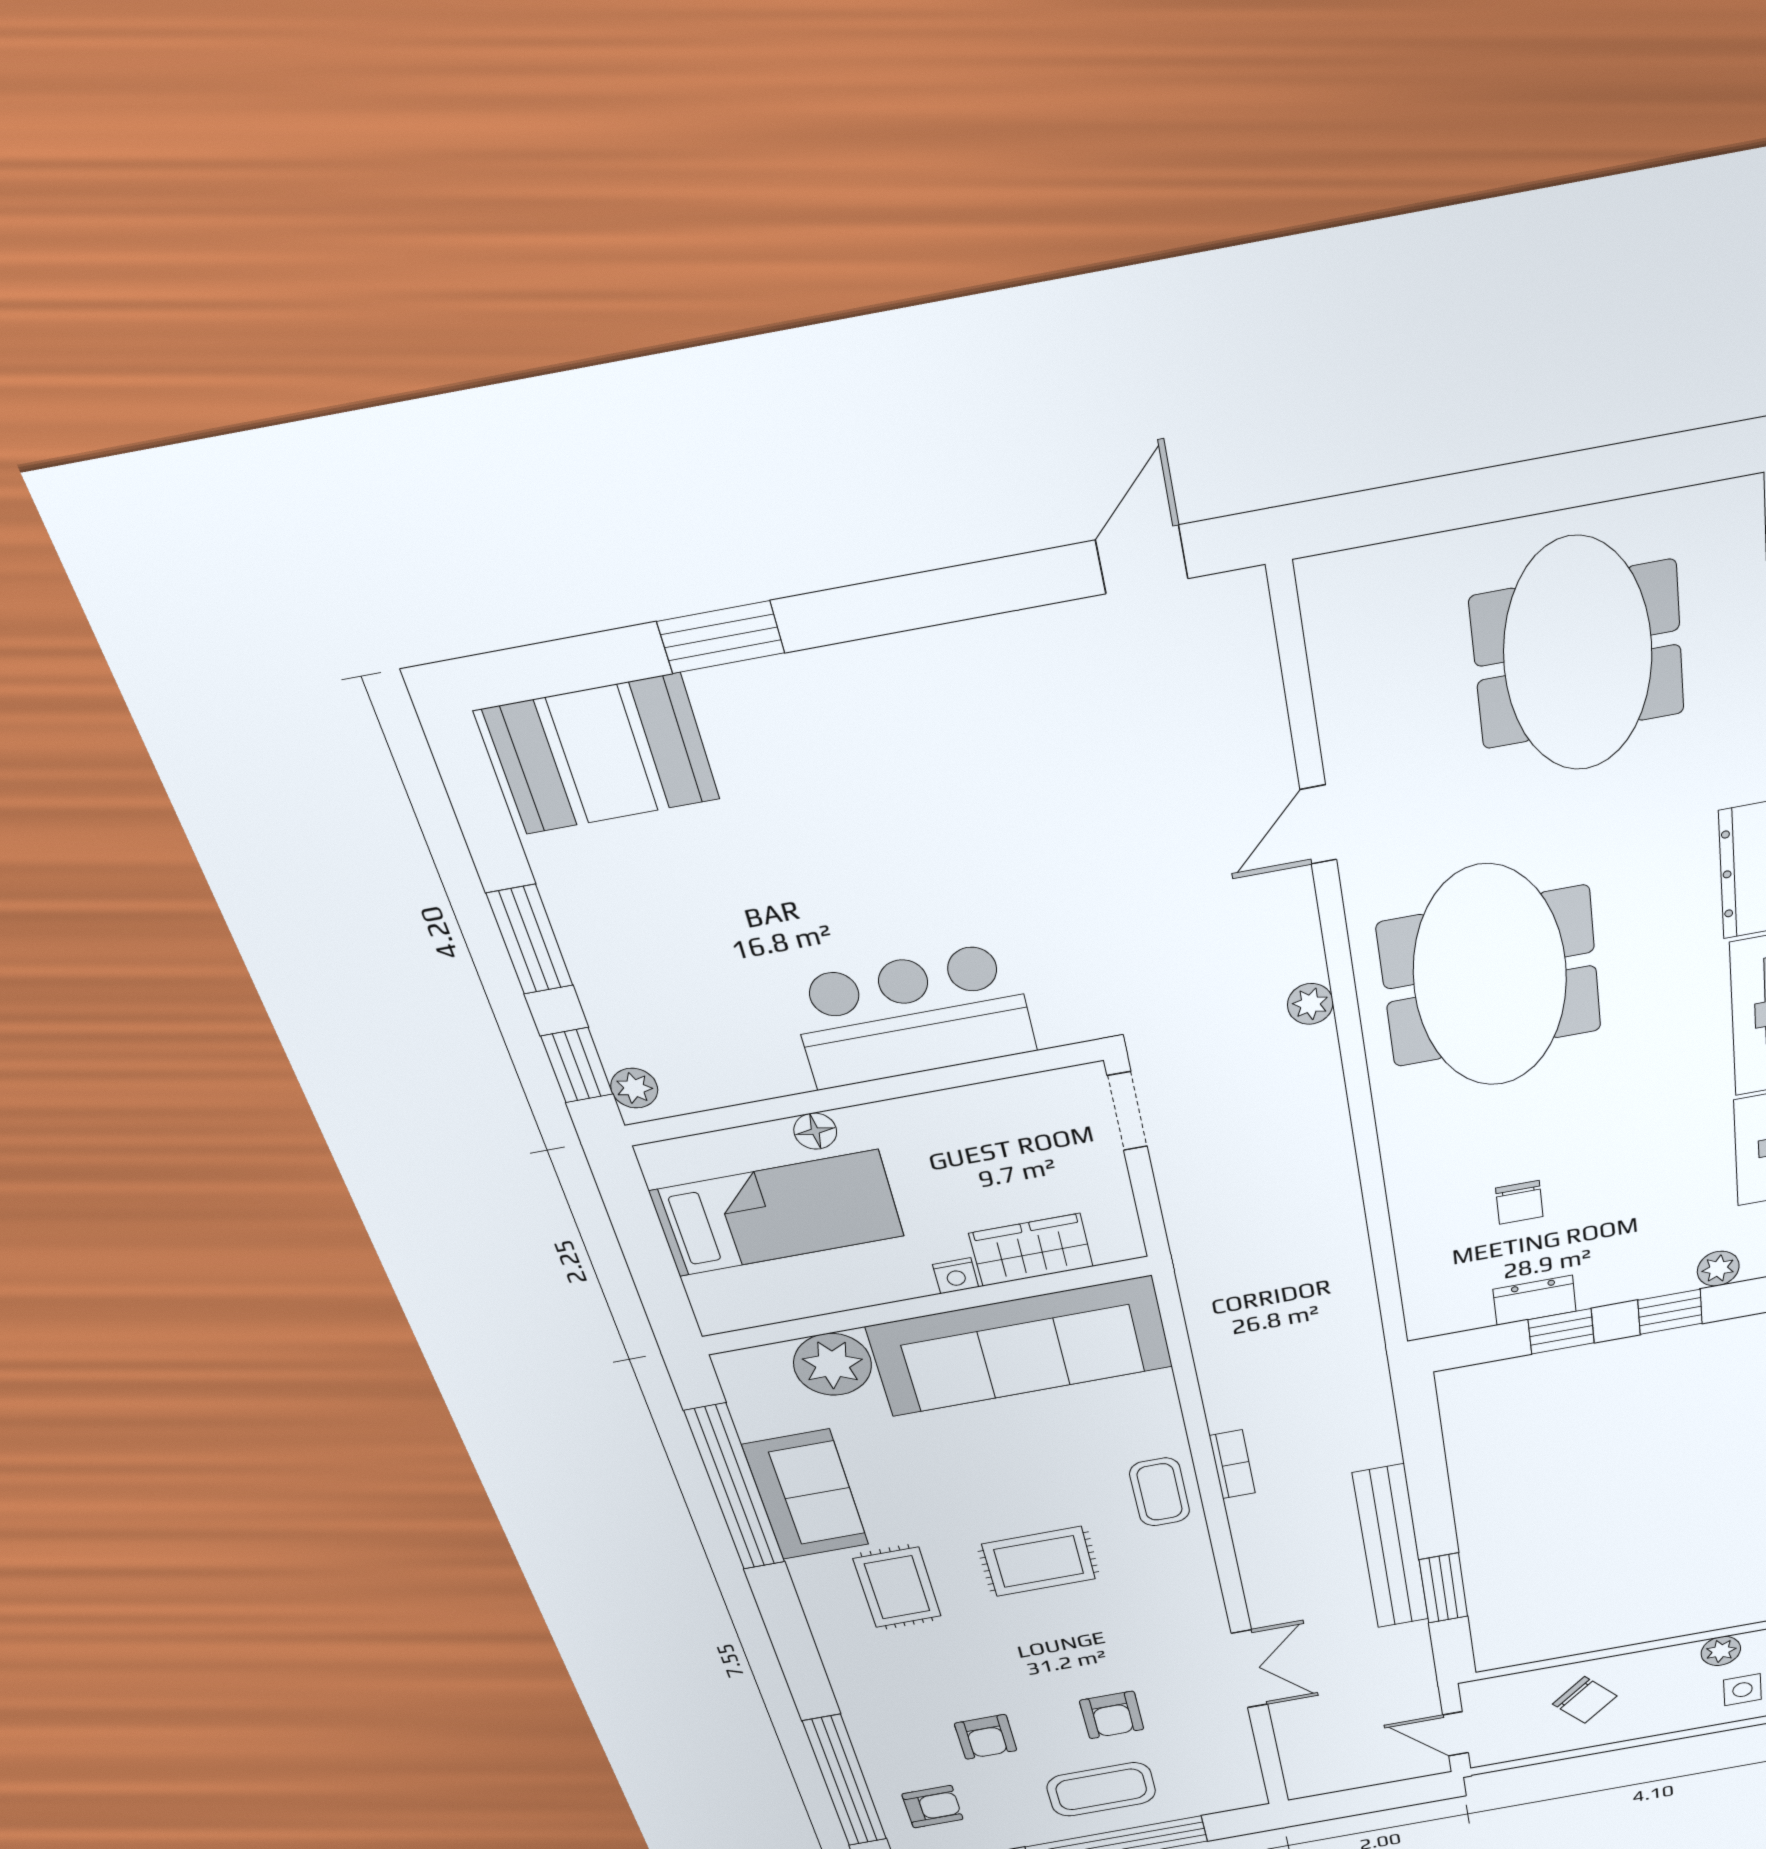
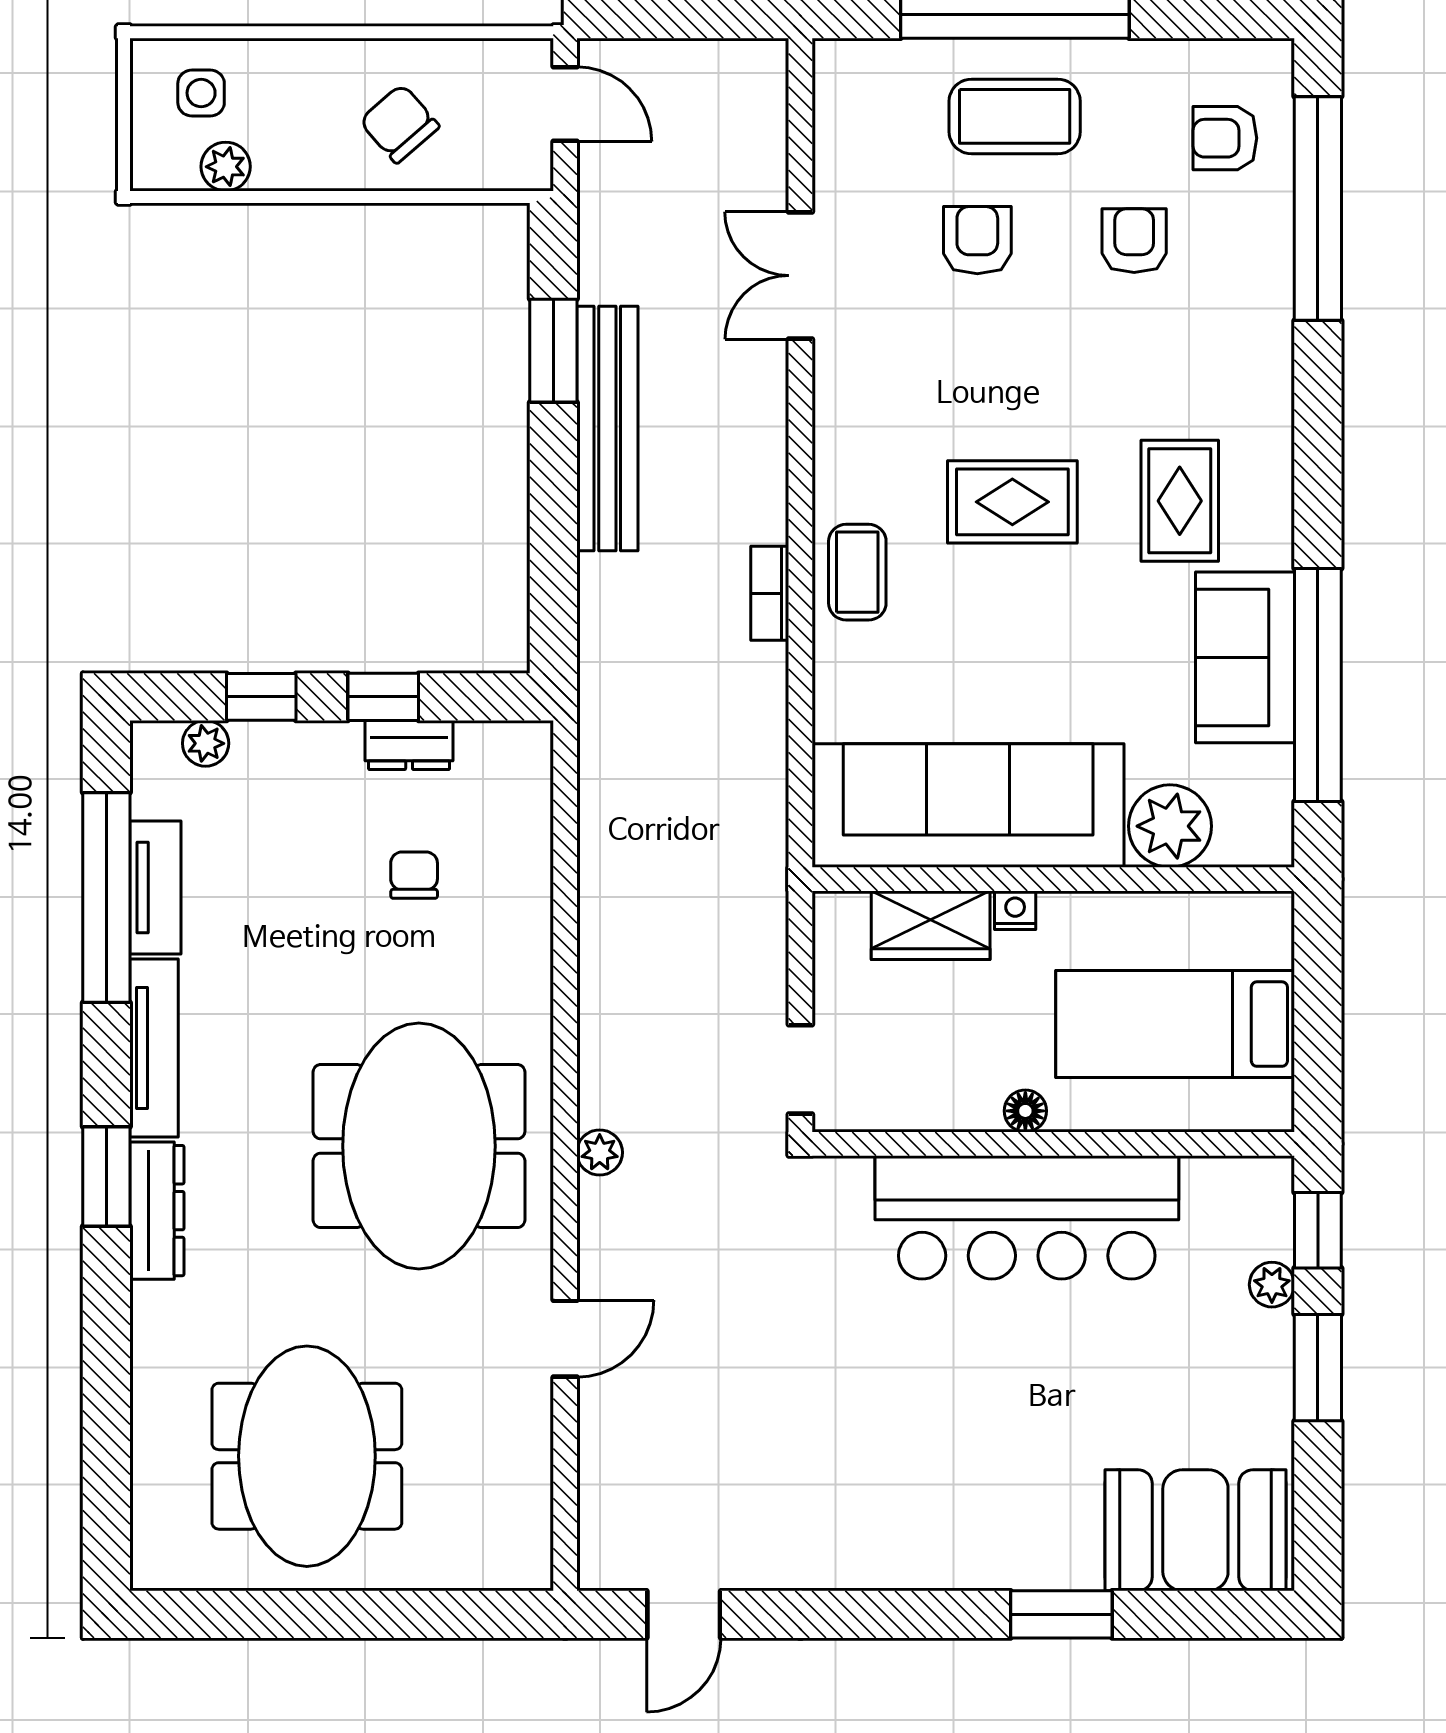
bar counter: (913, 1016) -> (1027, 1217), width x1.36
plant: (634, 1088) -> (1272, 1285), moved
floor lamp: (815, 1131) -> (1025, 1111), moved

